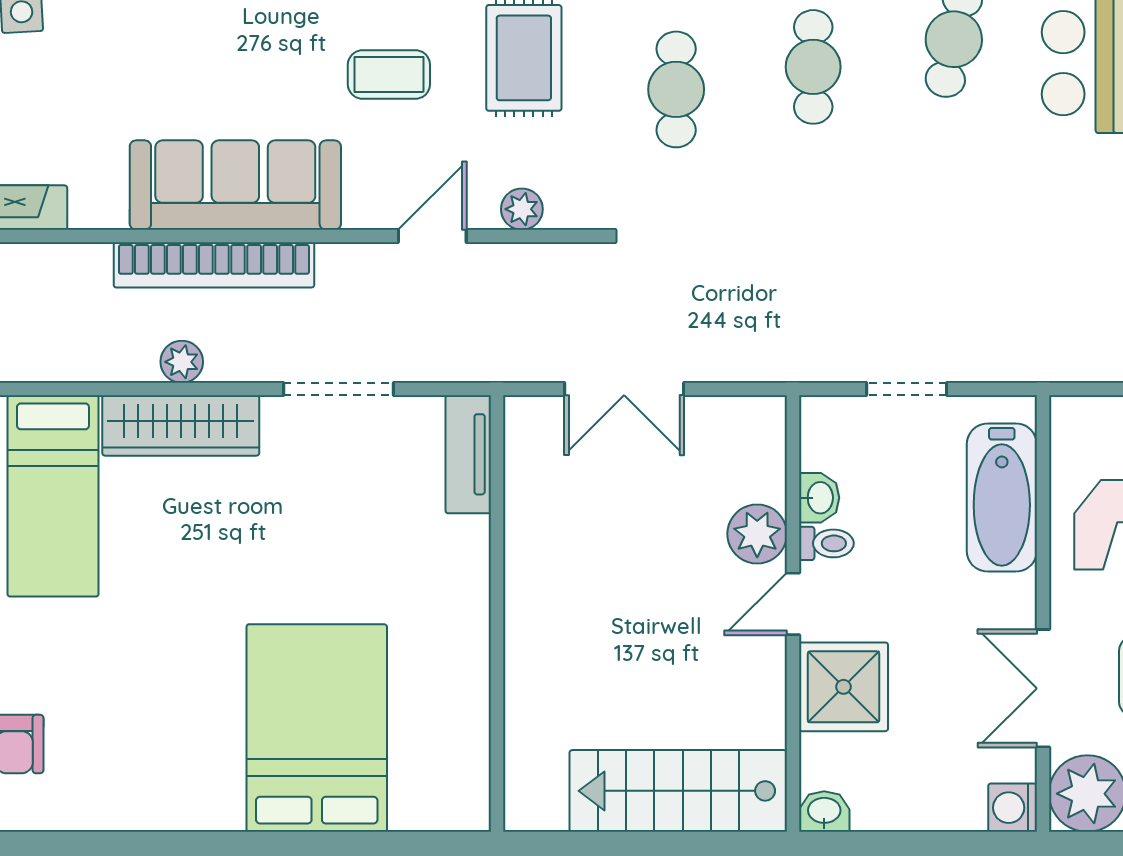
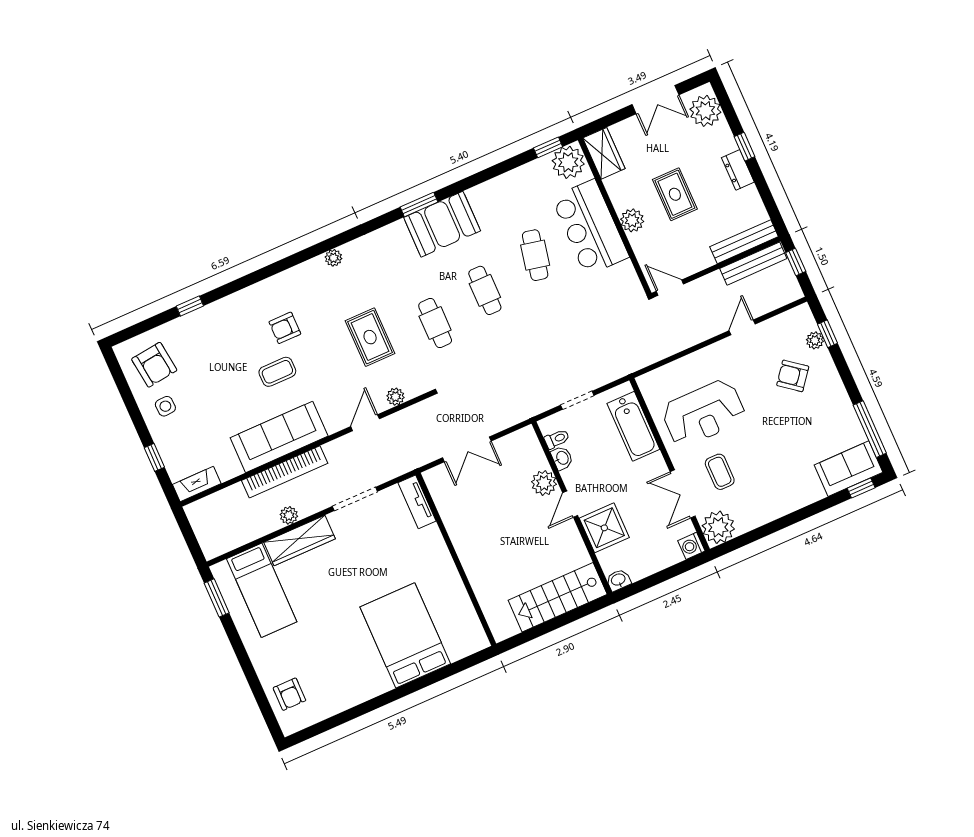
coffee table: (389, 75) -> (277, 372), moved
toilet: (826, 543) -> (557, 439), moved

